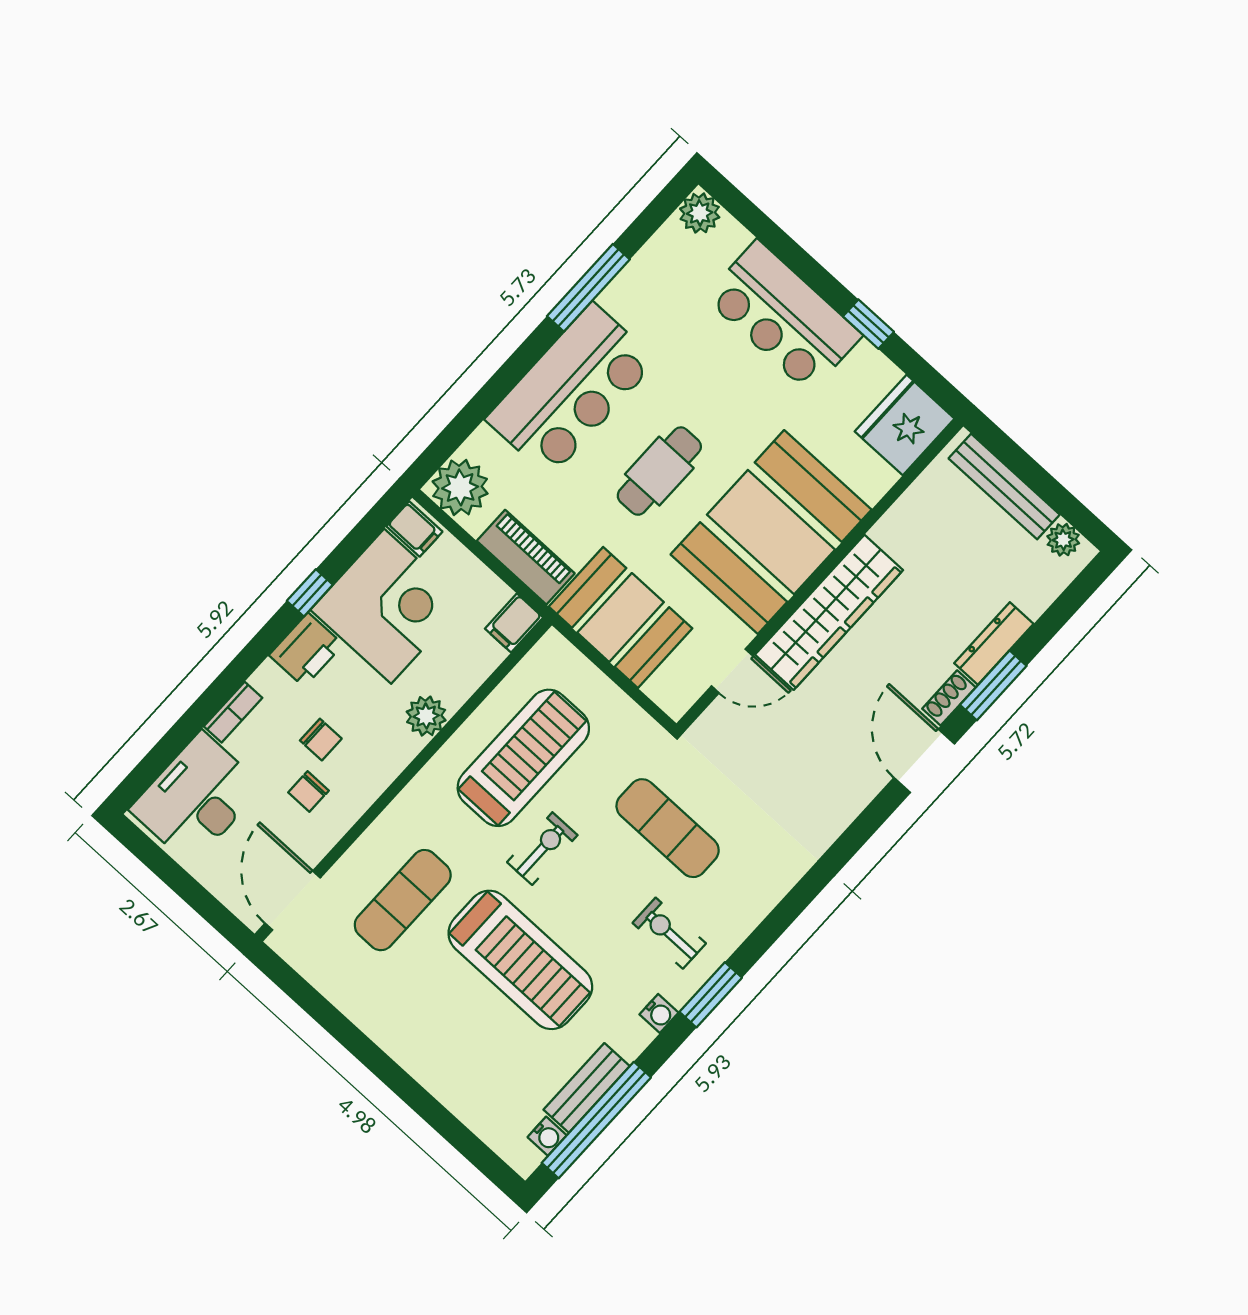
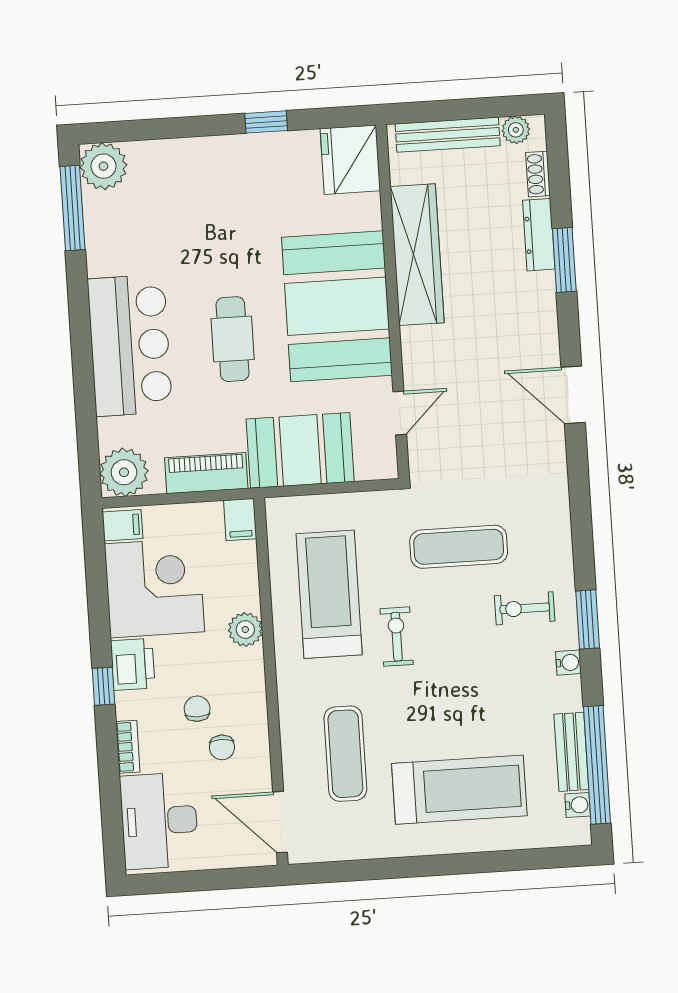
plant: (700, 213) -> (103, 166), width x1.36, depth x1.36
window: (588, 288) -> (73, 208), moved
bar counter: (783, 316) -> (211, 170), removed
window: (310, 593) -> (103, 686), moved
wardrobe: (829, 612) -> (417, 255), moved
shoe rack: (949, 698) -> (538, 174), moved
chair: (321, 740) -> (197, 709), turned -90
door: (924, 761) -> (573, 395), moved
treadmill: (520, 960) -> (459, 790), moved

